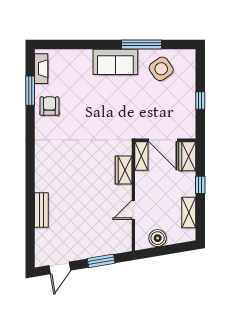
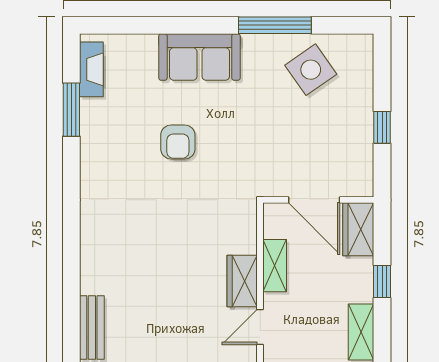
sofa: (115, 62) -> (199, 57), moved
armchair: (49, 106) -> (178, 142), moved, turned 180
shelving: (141, 156) -> (275, 266), moved
wardrobe: (124, 170) -> (242, 281), moved

